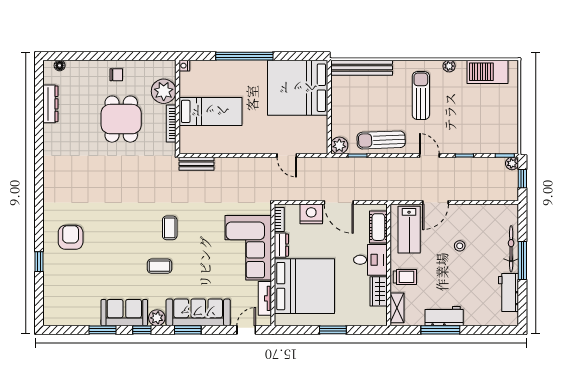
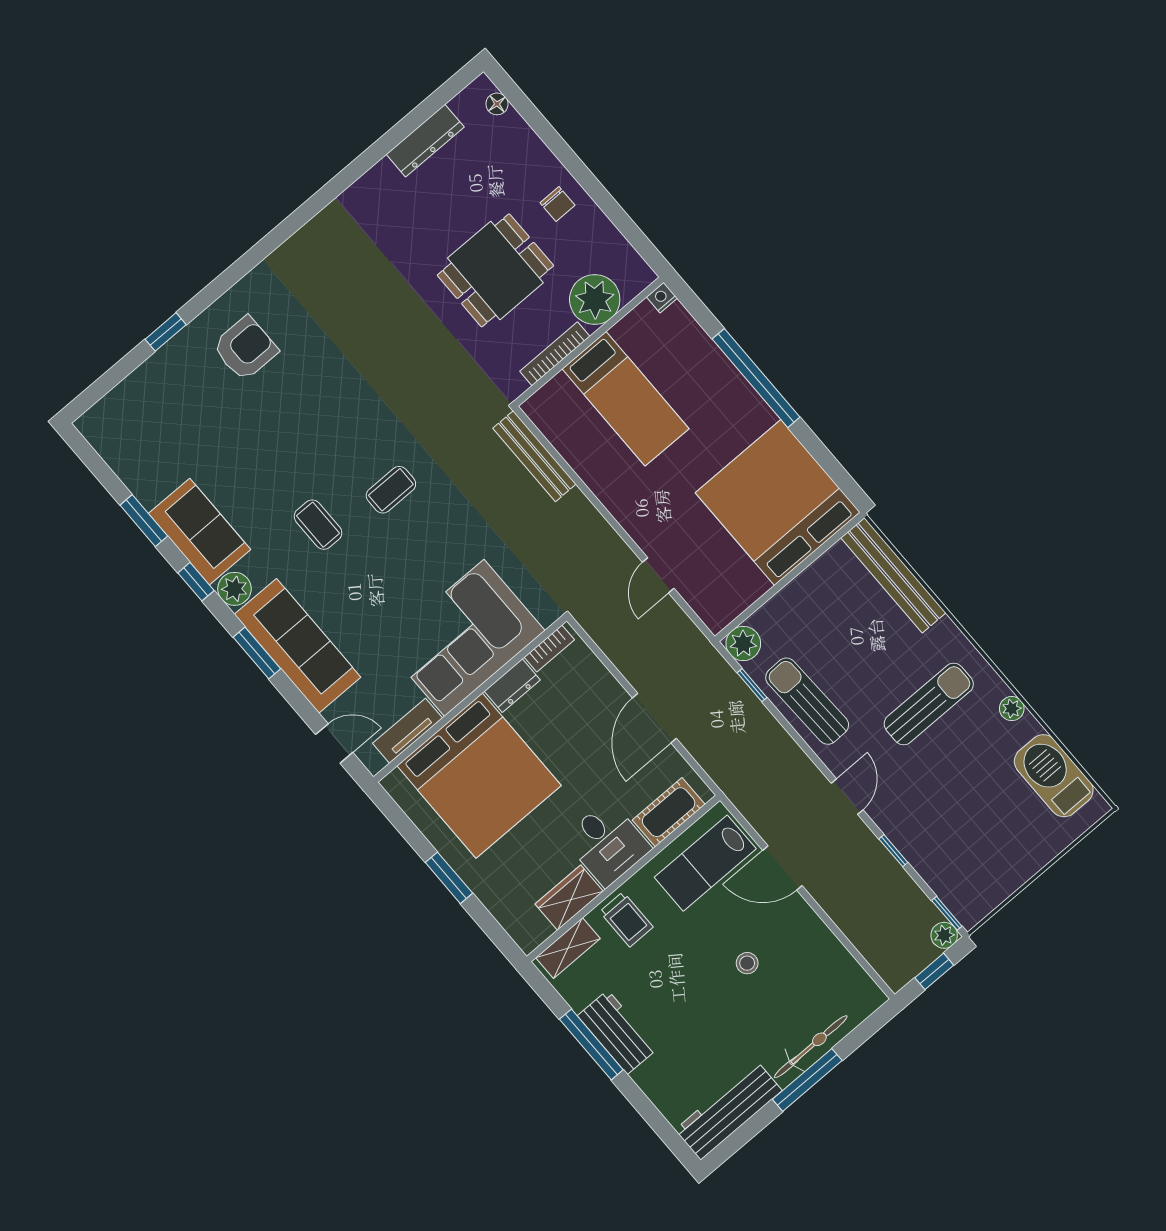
bench: (197, 164) -> (534, 456), width x1.36
nightstand: (311, 214) -> (600, 691), removed
workbench: (509, 292) -> (728, 1110), width x1.38

